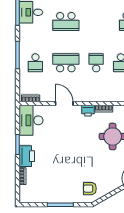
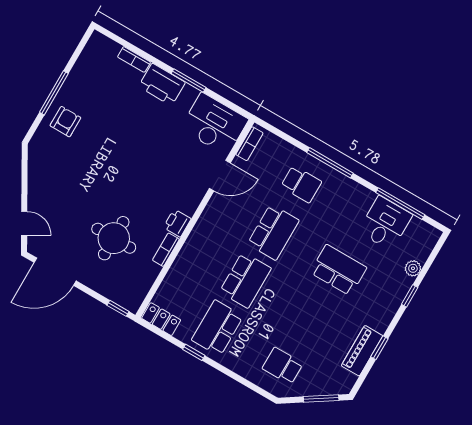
school desk: (66, 22) -> (338, 270), turned 90
school desk: (35, 63) -> (301, 184), turned 180
school desk: (96, 63) -> (245, 280), width x1.85
door: (64, 104) -> (220, 176), moved
armchair: (90, 189) -> (65, 122), moved

